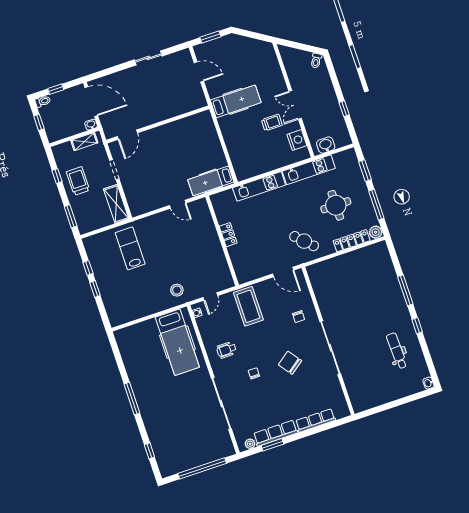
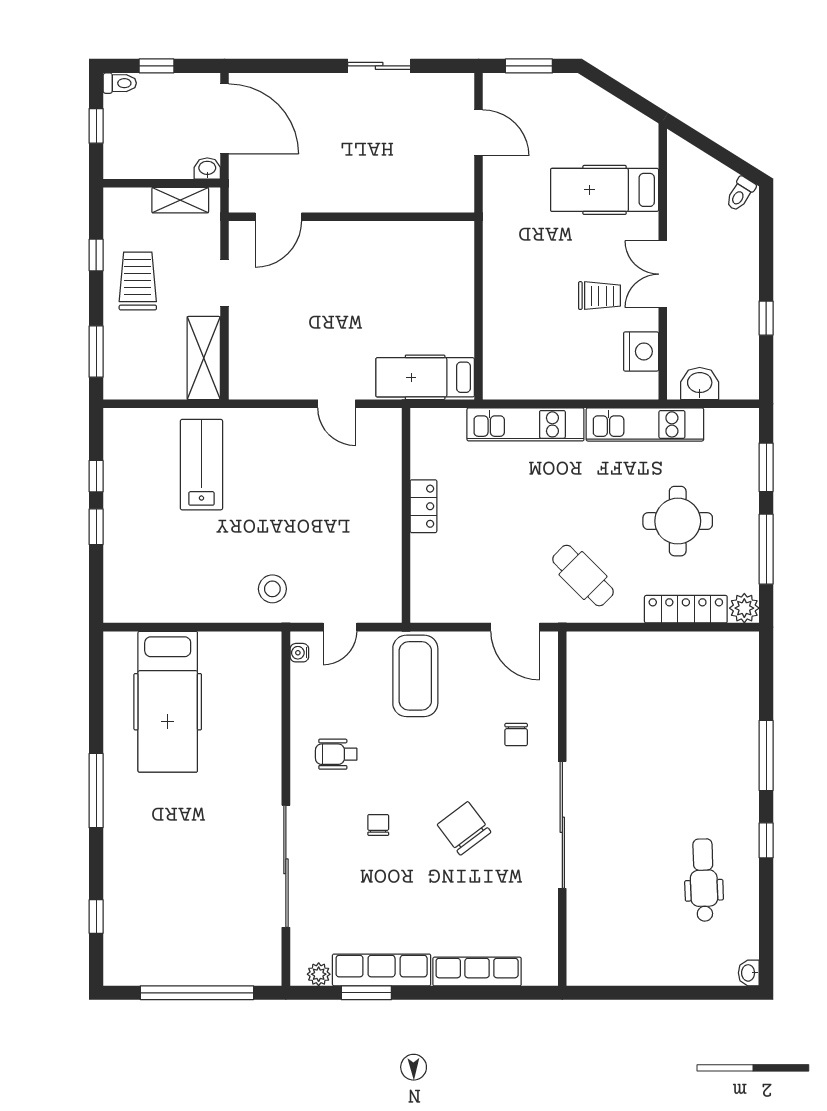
hospital bed: (236, 101) -> (605, 190), moved, turned 180
hospital bed: (177, 342) -> (168, 702), moved

